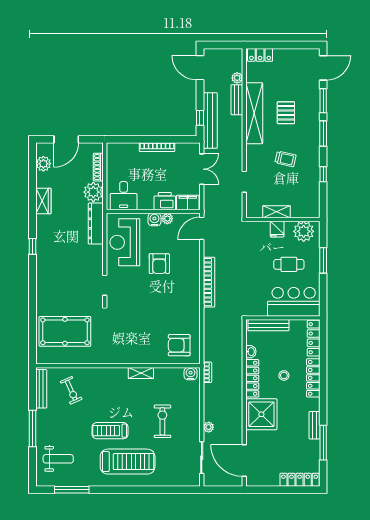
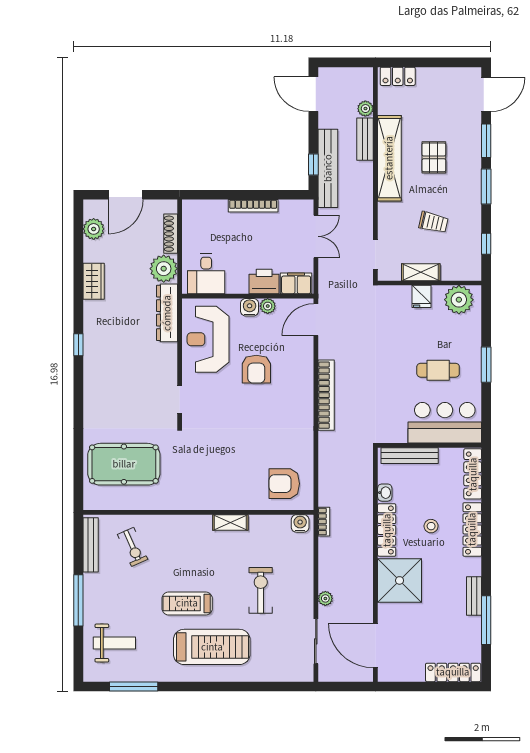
shelving: (277, 212) -> (421, 272), moved
wall: (283, 220) -> (430, 283), moved
fridge: (277, 229) -> (422, 296), moved
plant: (304, 231) -> (459, 300), moved

